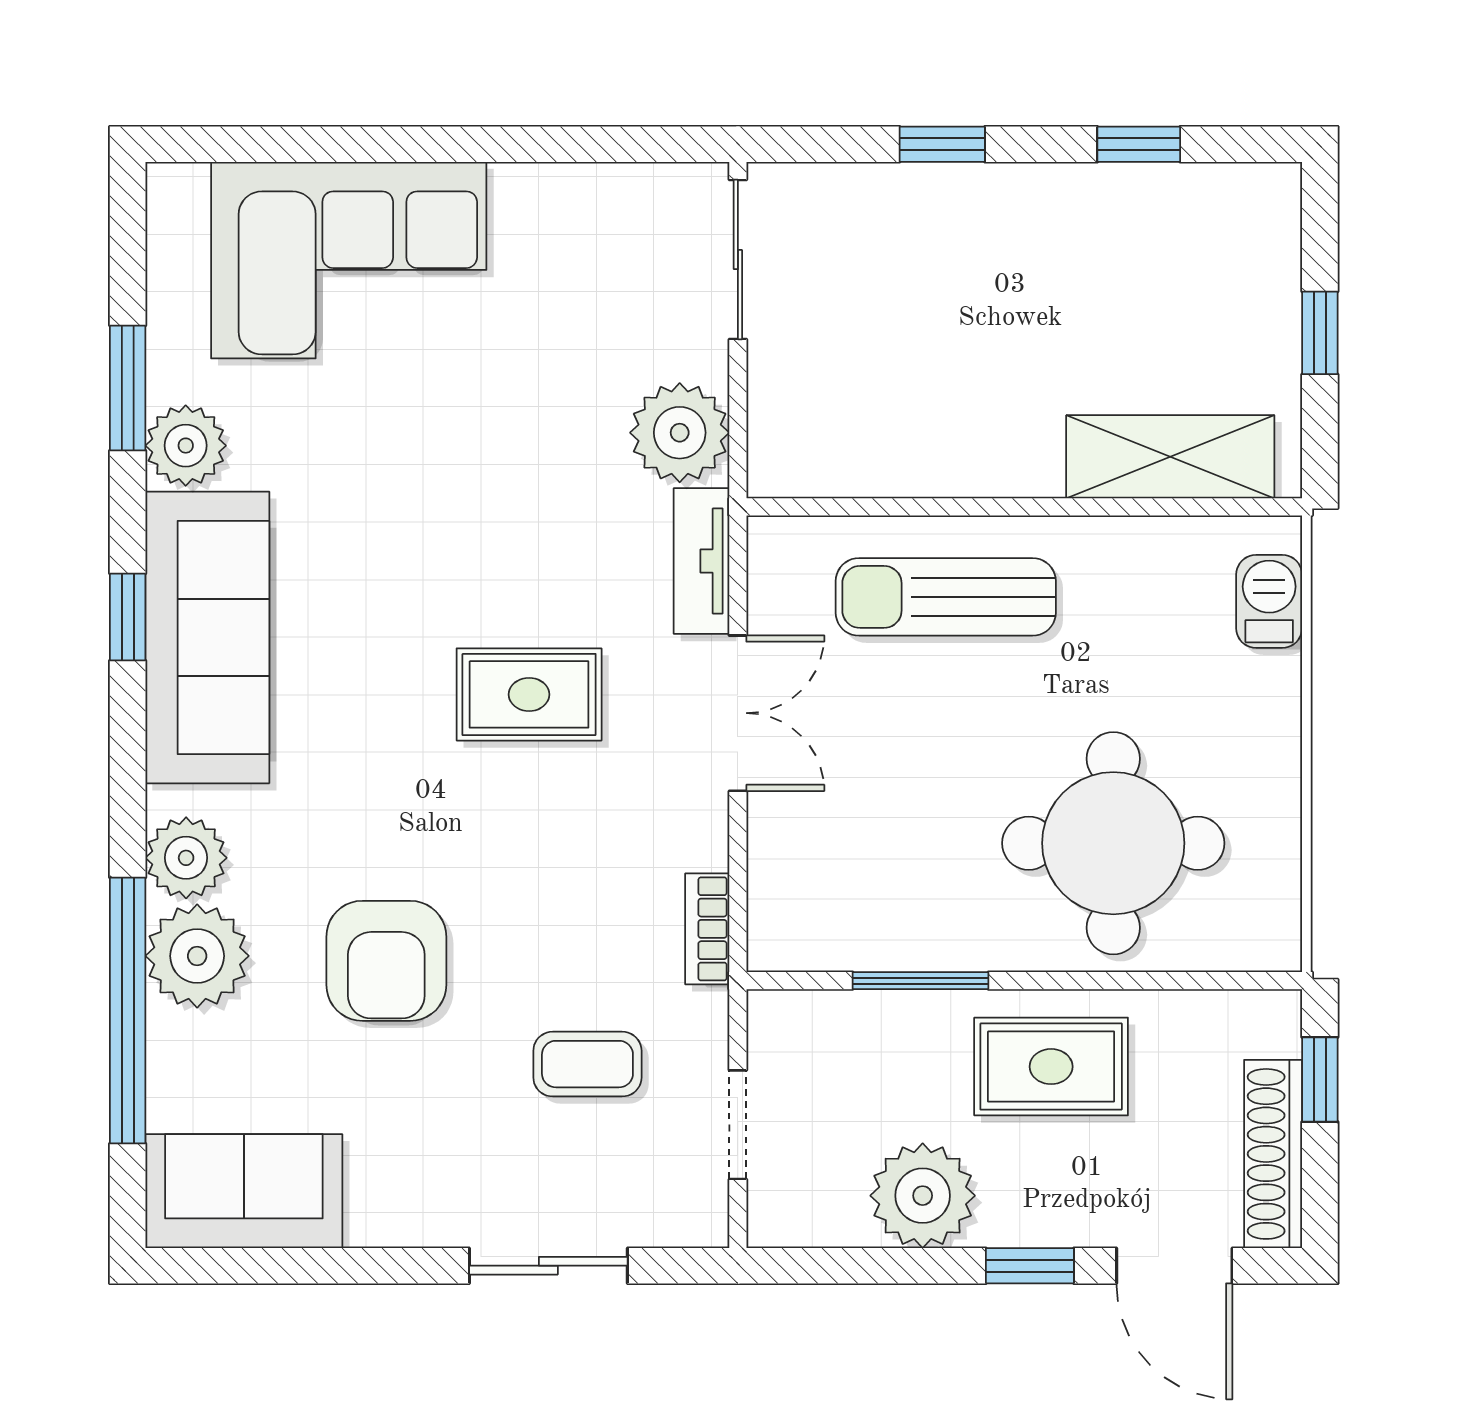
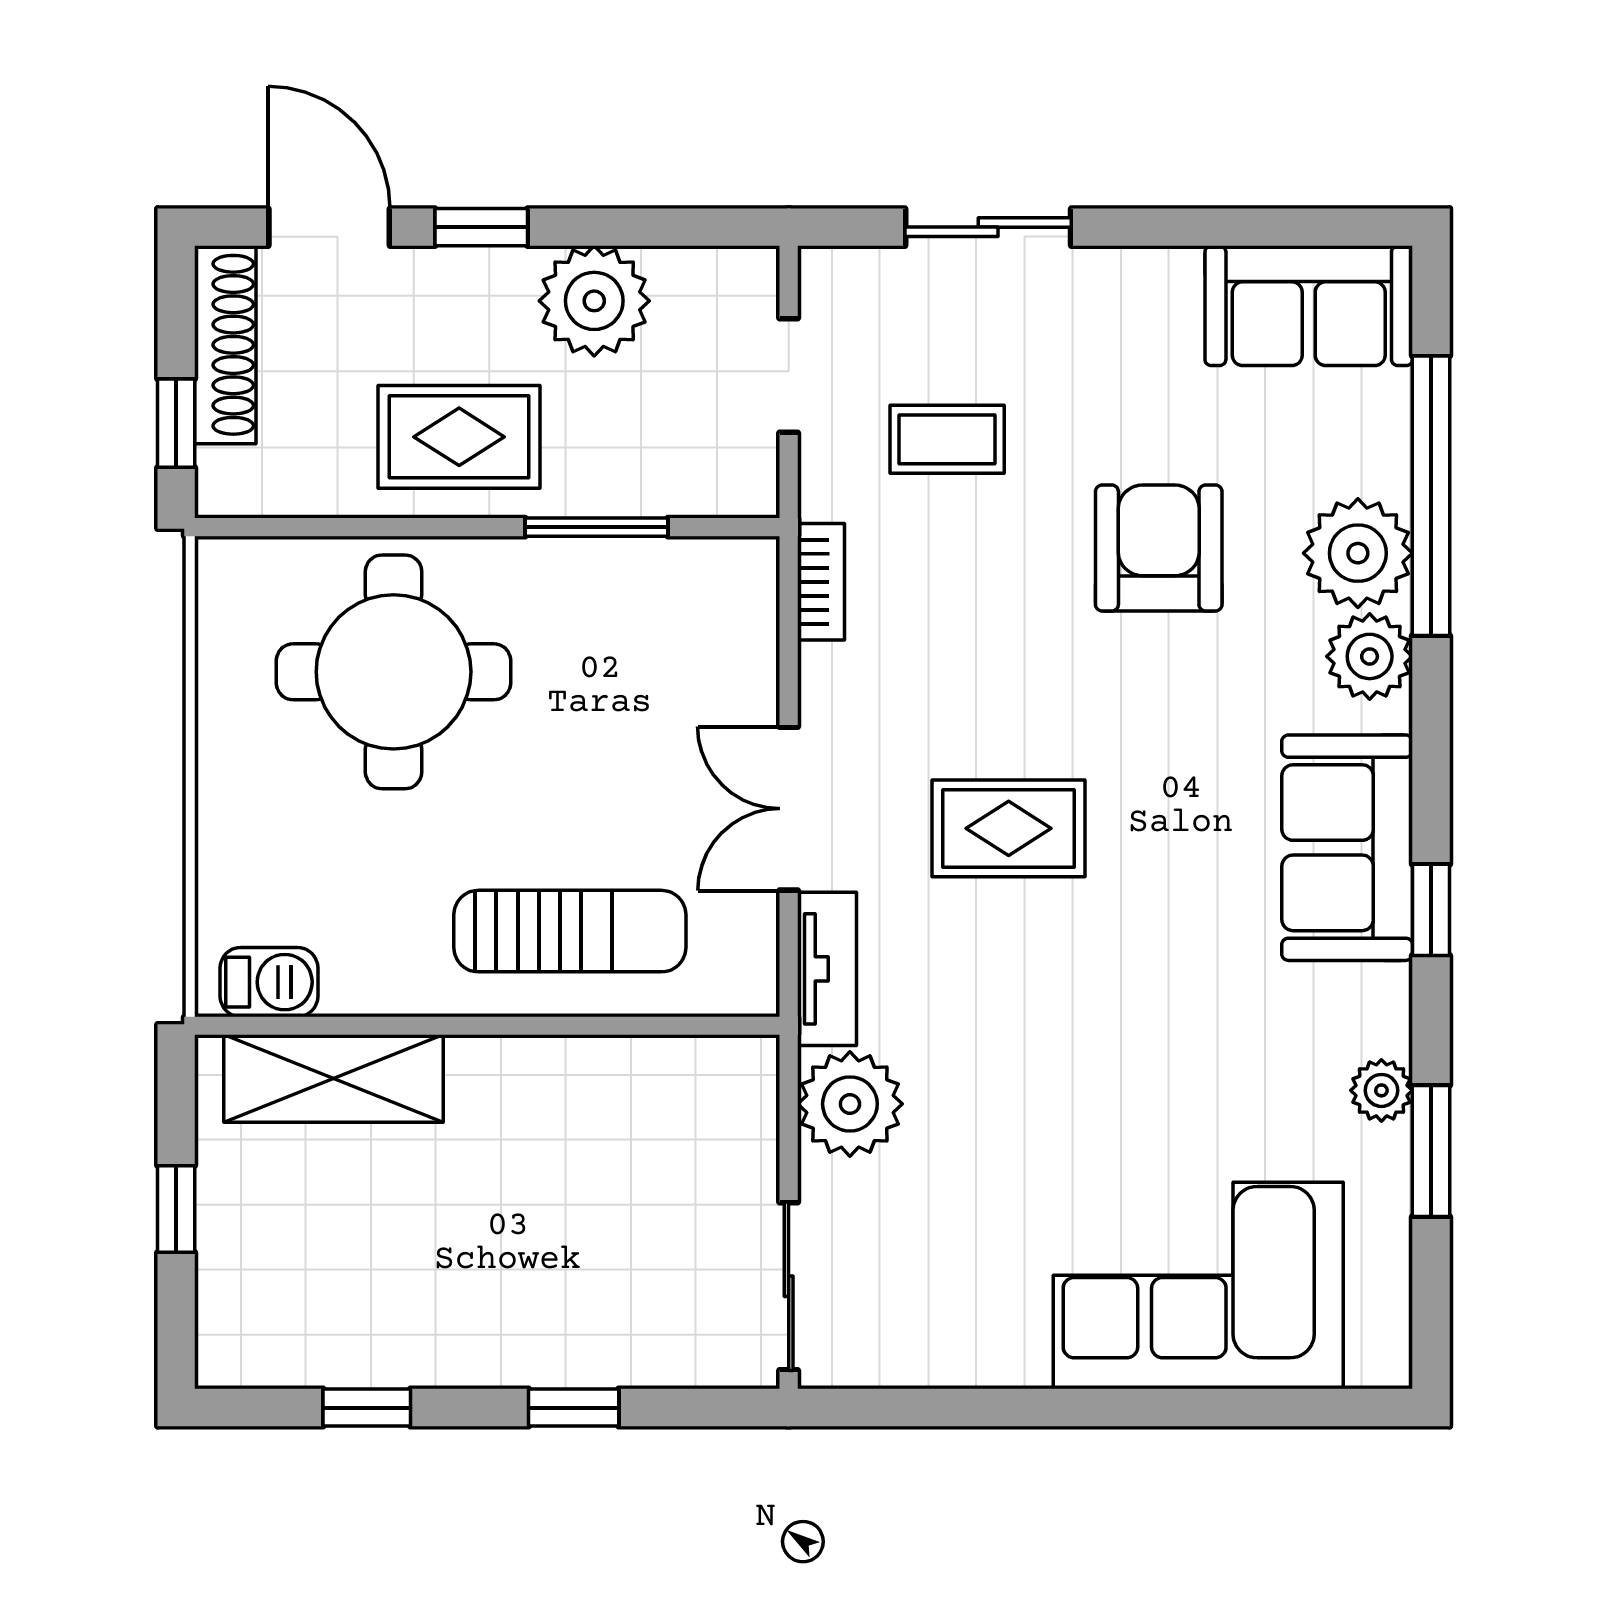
plant: (186, 446) -> (1381, 1090), width x0.73, depth x0.73
barbecue: (1269, 601) -> (269, 982), moved, turned -90
sofa: (207, 637) -> (1347, 848), width x0.73

